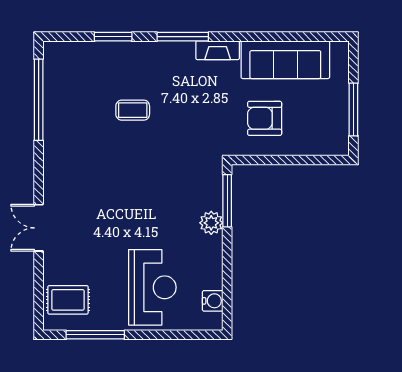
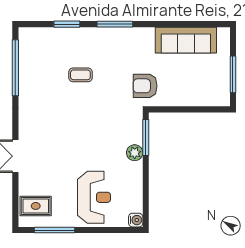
fireplace: (218, 50) -> (139, 33), removed
armchair: (265, 118) -> (145, 86), moved
water cooler: (213, 301) -> (136, 220), moved

